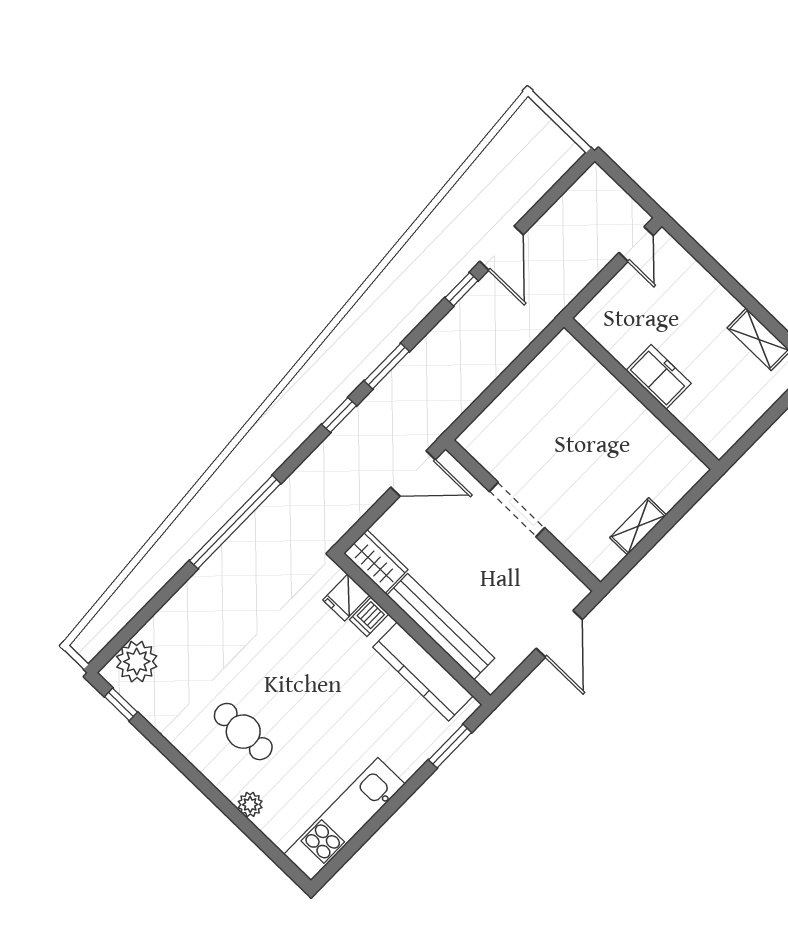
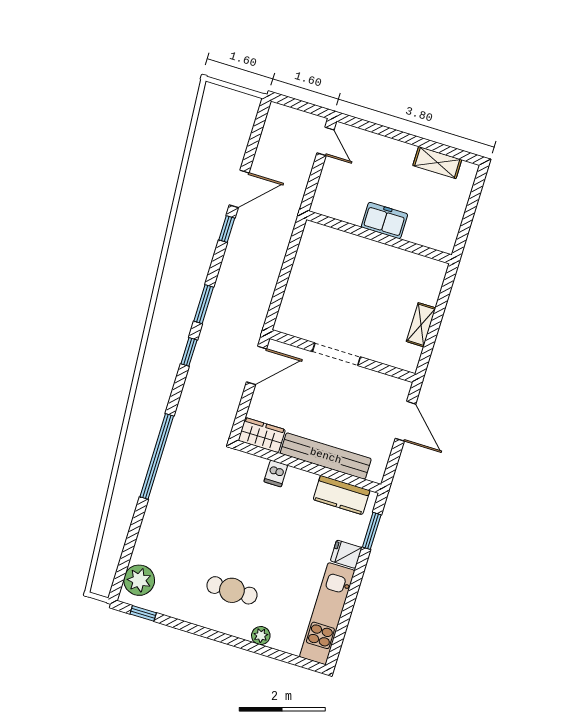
door: (502, 248) -> (239, 189), hinge flipped
fridge: (346, 598) -> (346, 554), moved, turned 90
kitchen counter: (423, 672) -> (342, 495), width x0.67

